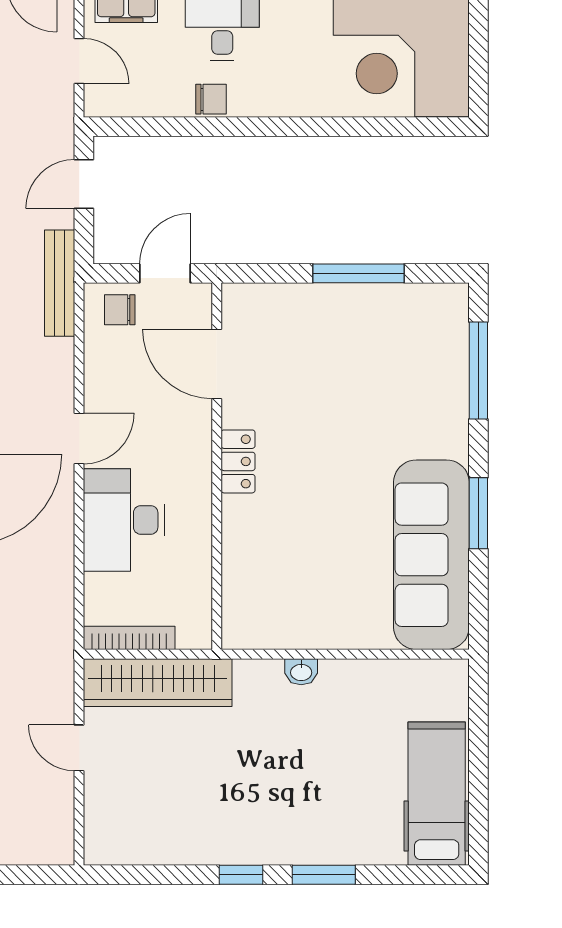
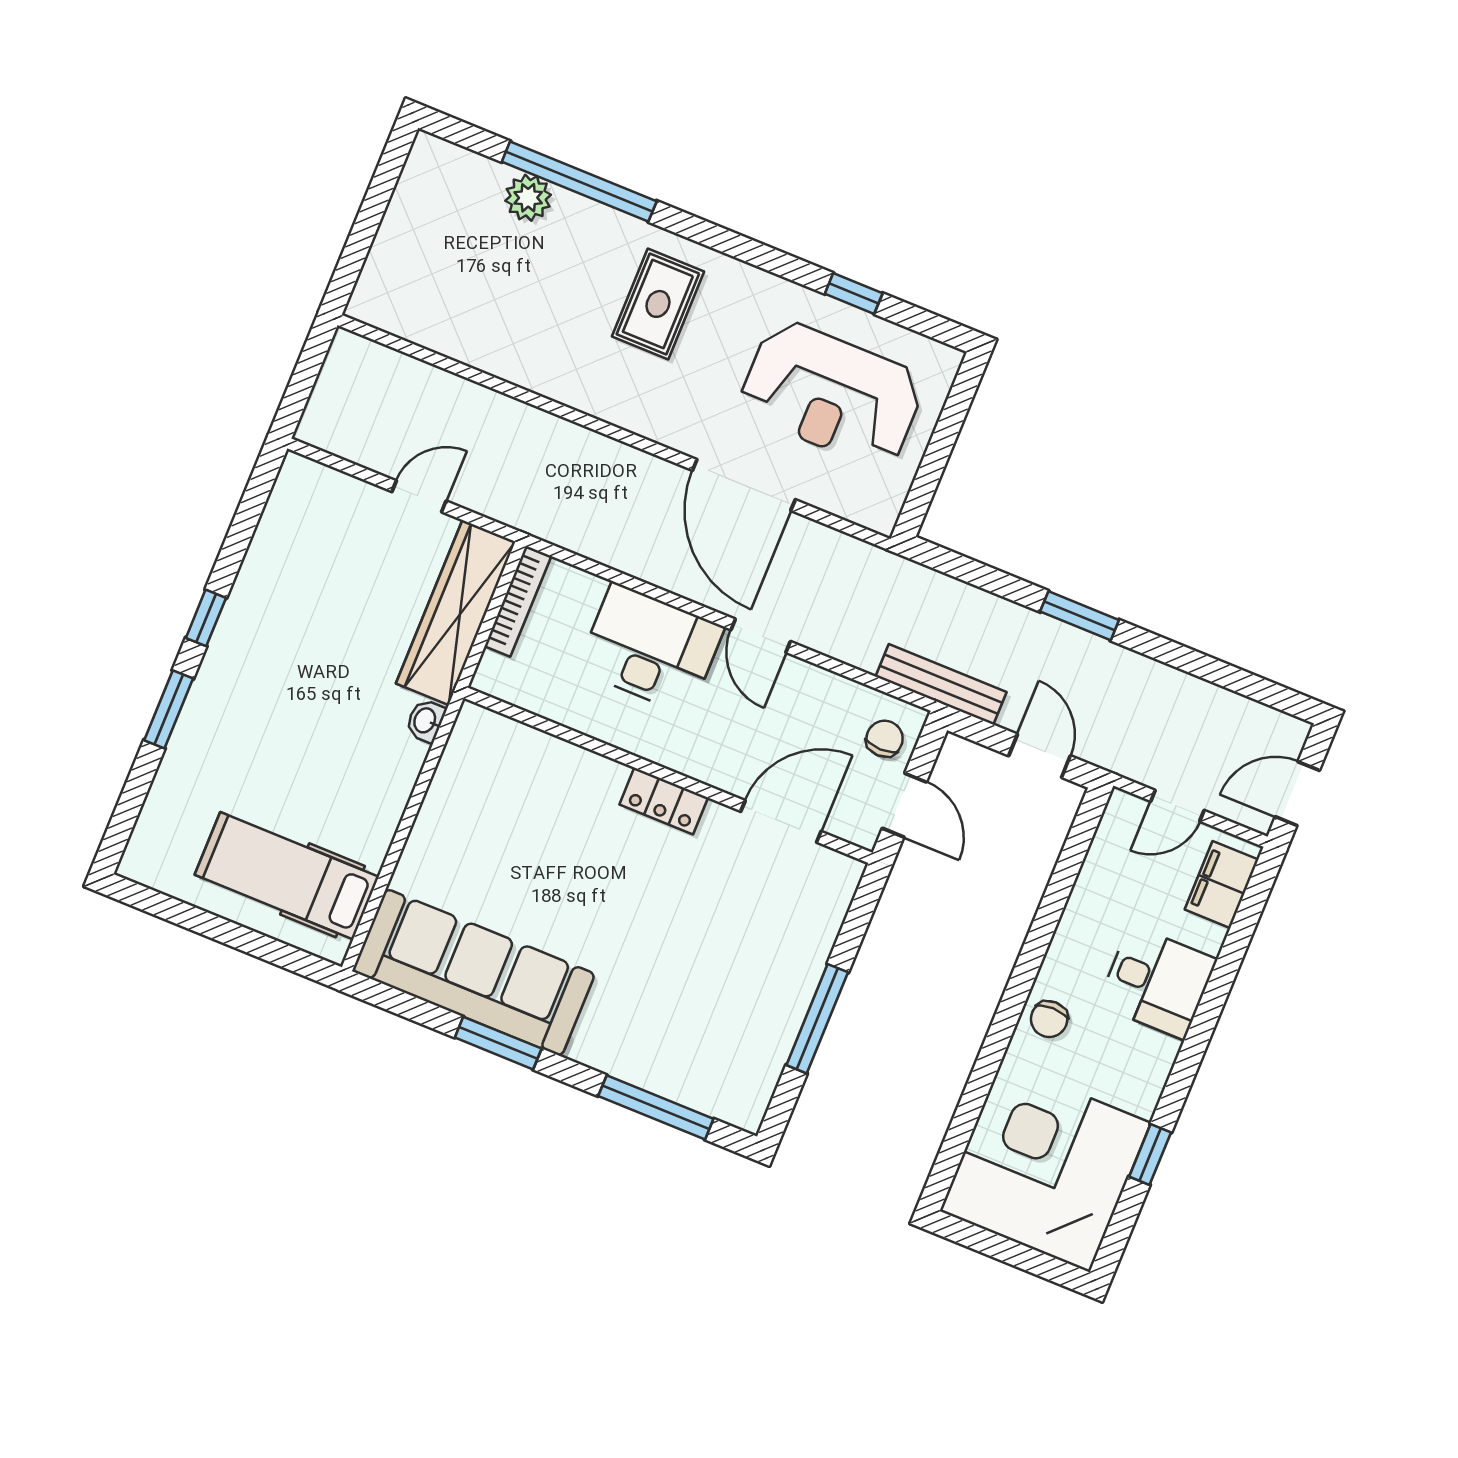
chair: (211, 99) -> (1049, 1019), moved
washbasin: (301, 672) -> (426, 721), moved
hospital bed: (437, 794) -> (287, 876), moved, turned 180

